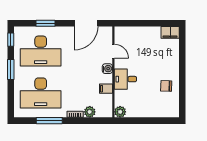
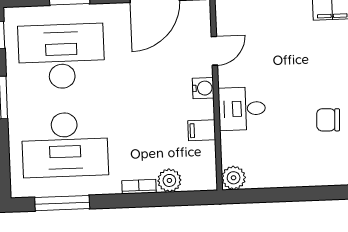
desk: (41, 51) -> (61, 56), turned 180
door: (113, 51) -> (214, 51), hinge flipped
window: (49, 121) -> (62, 203), moved

